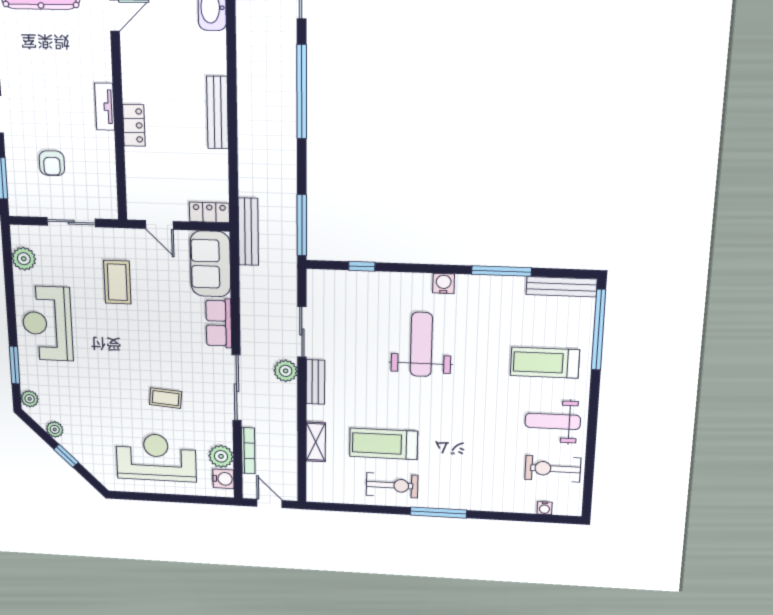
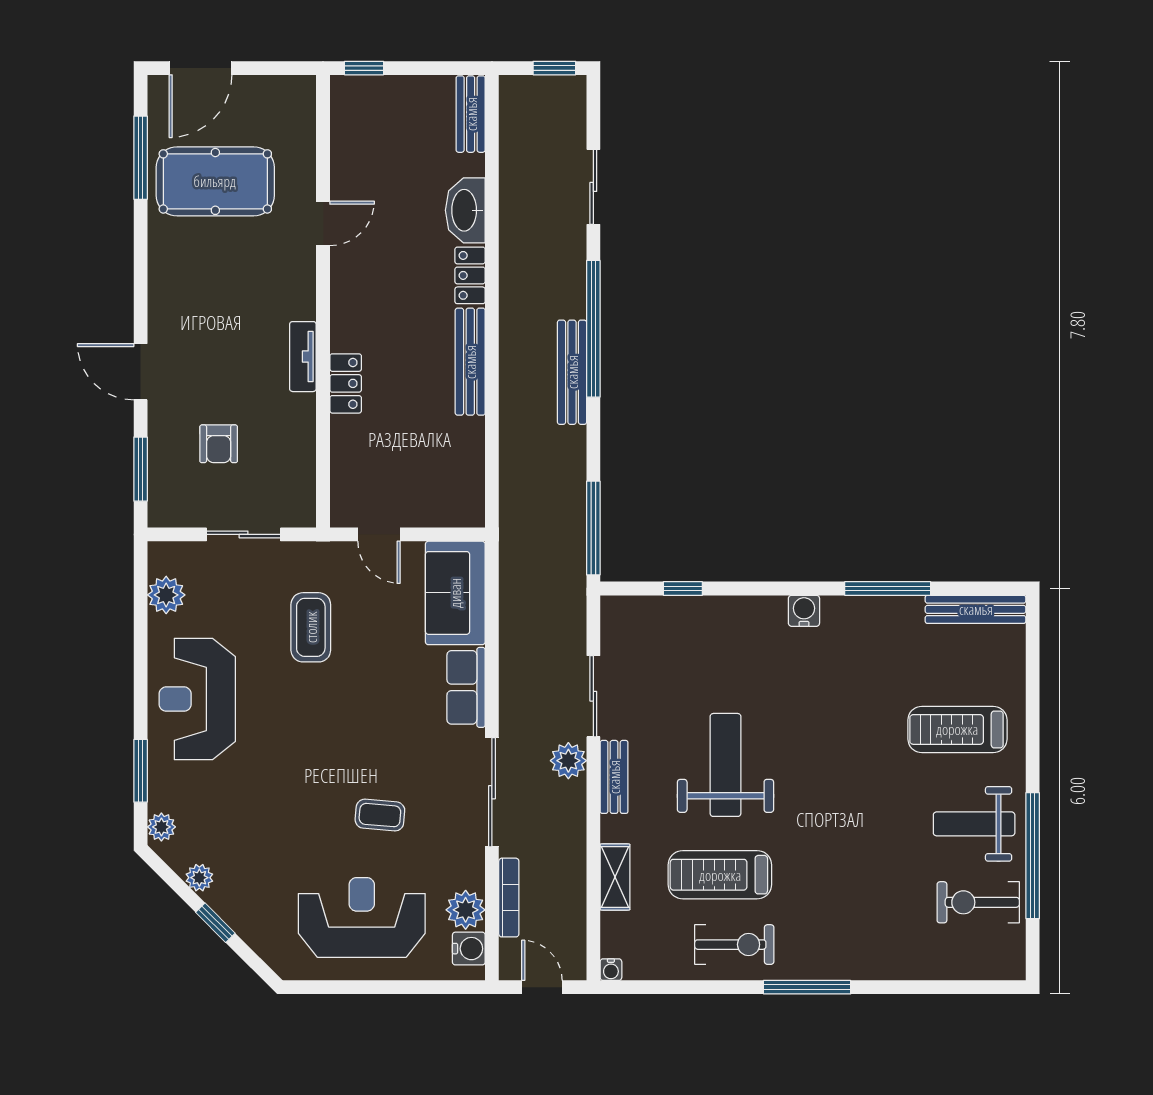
locker: (209, 212) -> (470, 275), moved, turned -90
bench: (248, 232) -> (572, 372), moved
window: (599, 330) -> (1033, 856), moved
weight bench: (421, 344) -> (726, 765), moved
water cooler: (545, 508) -> (611, 970), moved

